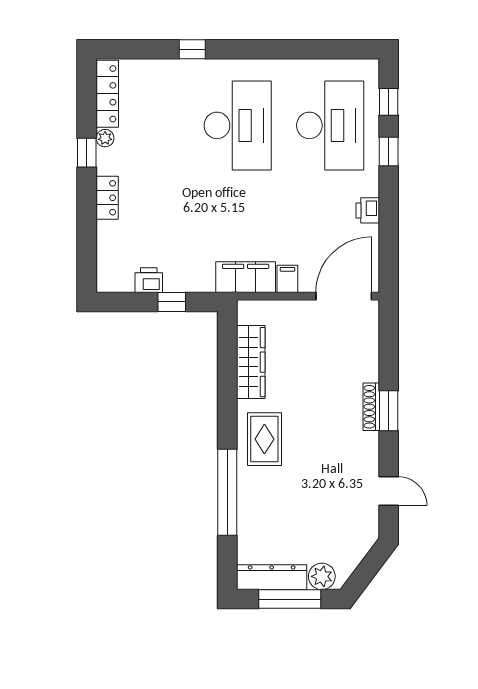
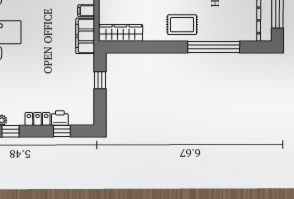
window: (87, 238) -> (62, 131), added
printer: (149, 280) -> (60, 118), moved, turned 90
wardrobe: (251, 362) -> (121, 33), moved

